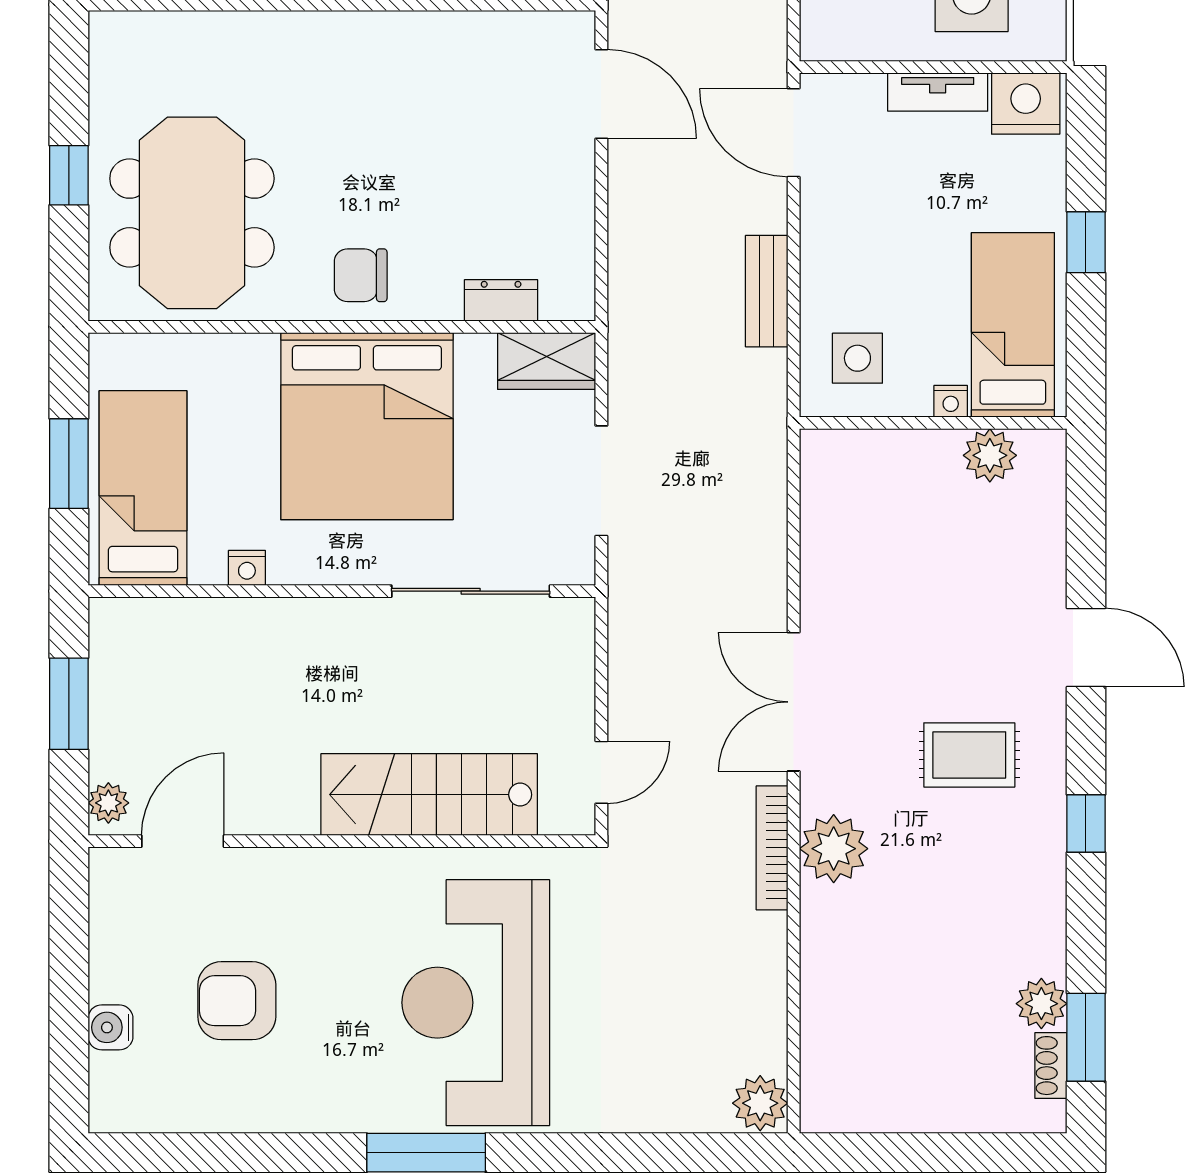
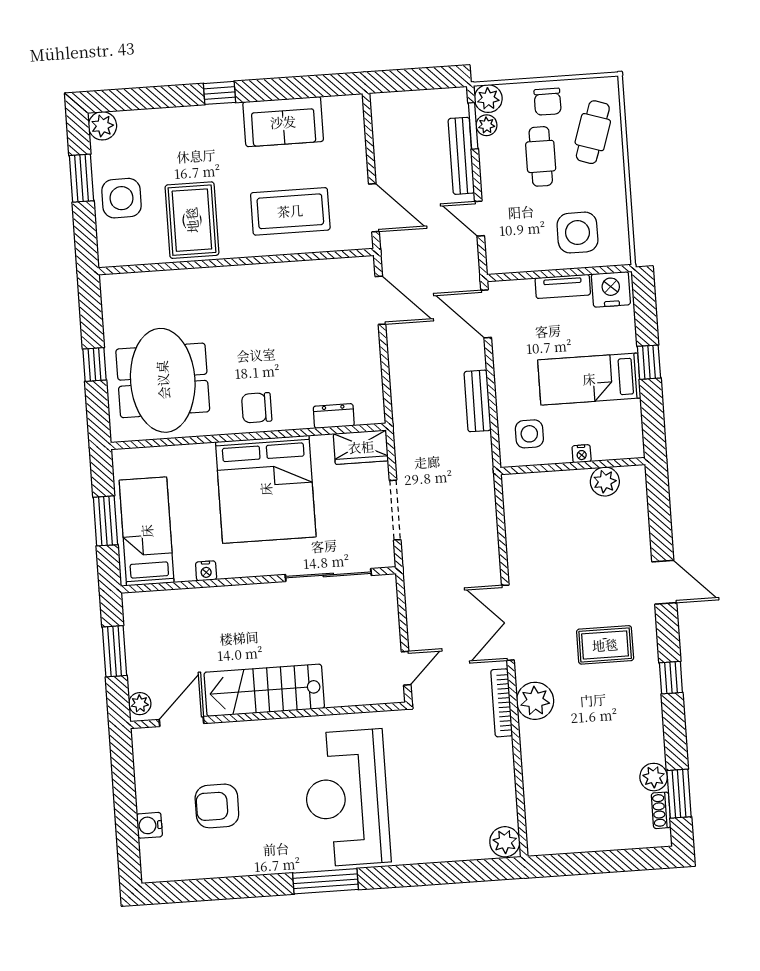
bed: (1013, 325) -> (589, 379), moved, turned -90
stairs: (429, 795) -> (264, 690), moved

